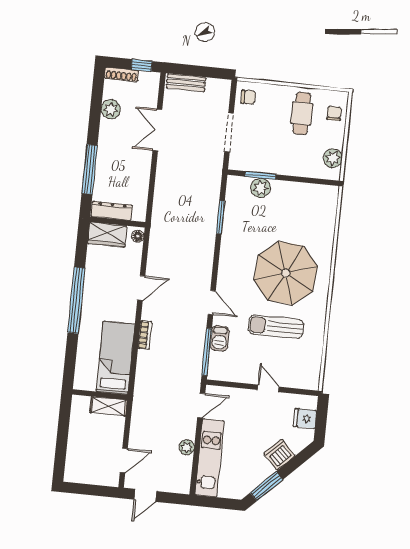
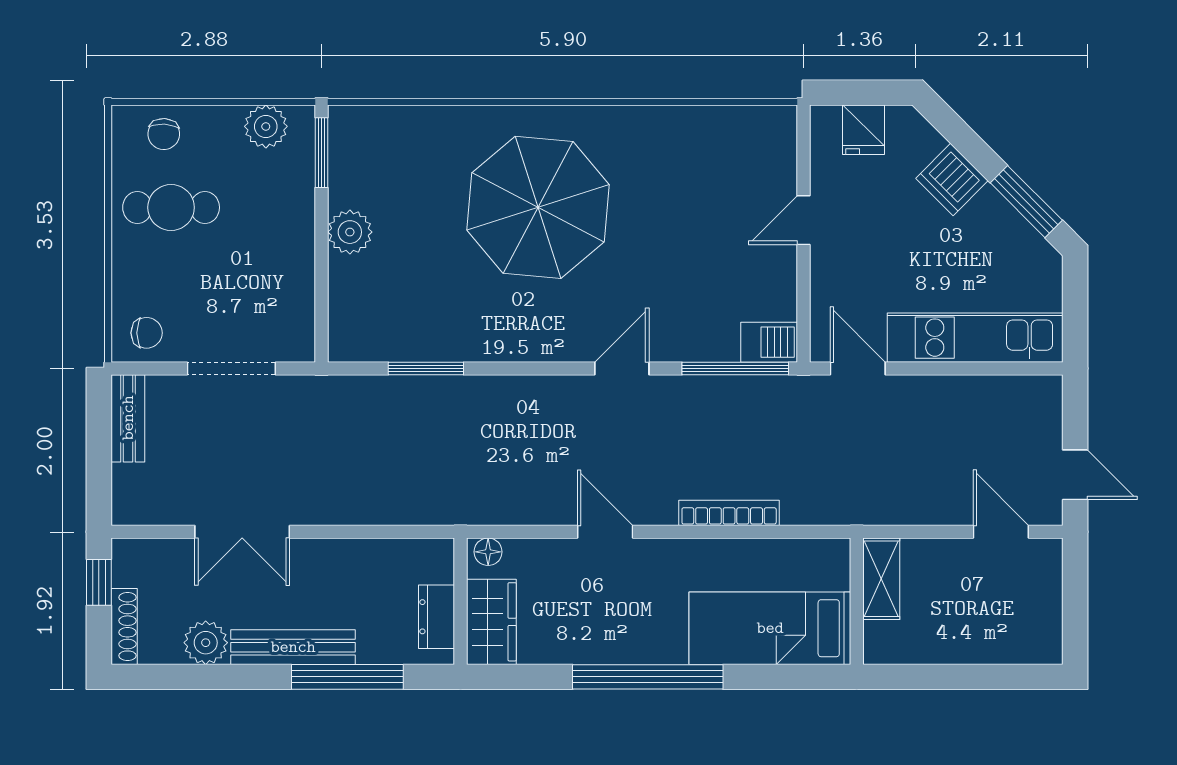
bench: (186, 83) -> (128, 418), moved
chair: (248, 97) -> (147, 333), turned 90
chair: (334, 113) -> (164, 134), turned -87
bench: (105, 147) -> (293, 647), added
window: (260, 175) -> (322, 153), moved
plant: (261, 188) -> (350, 232), moved
dresser: (112, 211) -> (436, 617), width x0.70
sun lounger: (276, 327) -> (662, 217), removed
bookcase: (145, 335) -> (729, 513), width x1.56
barbecue: (220, 338) -> (769, 342), moved
bed: (116, 358) -> (770, 628), moved
plant: (187, 447) -> (956, 392), removed

